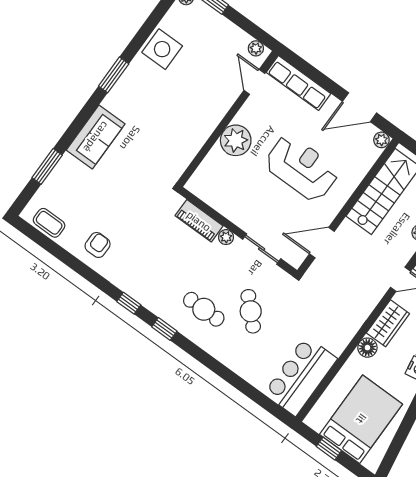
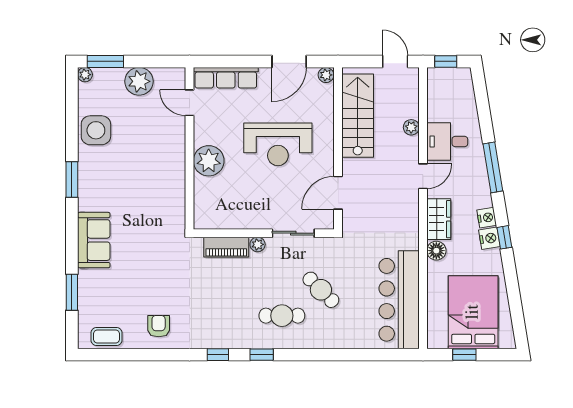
plant: (256, 48) -> (139, 81), moved, width x1.88, depth x1.88
reception desk: (302, 168) -> (278, 144), turned 180
bar counter: (301, 376) -> (399, 300), width x1.36

